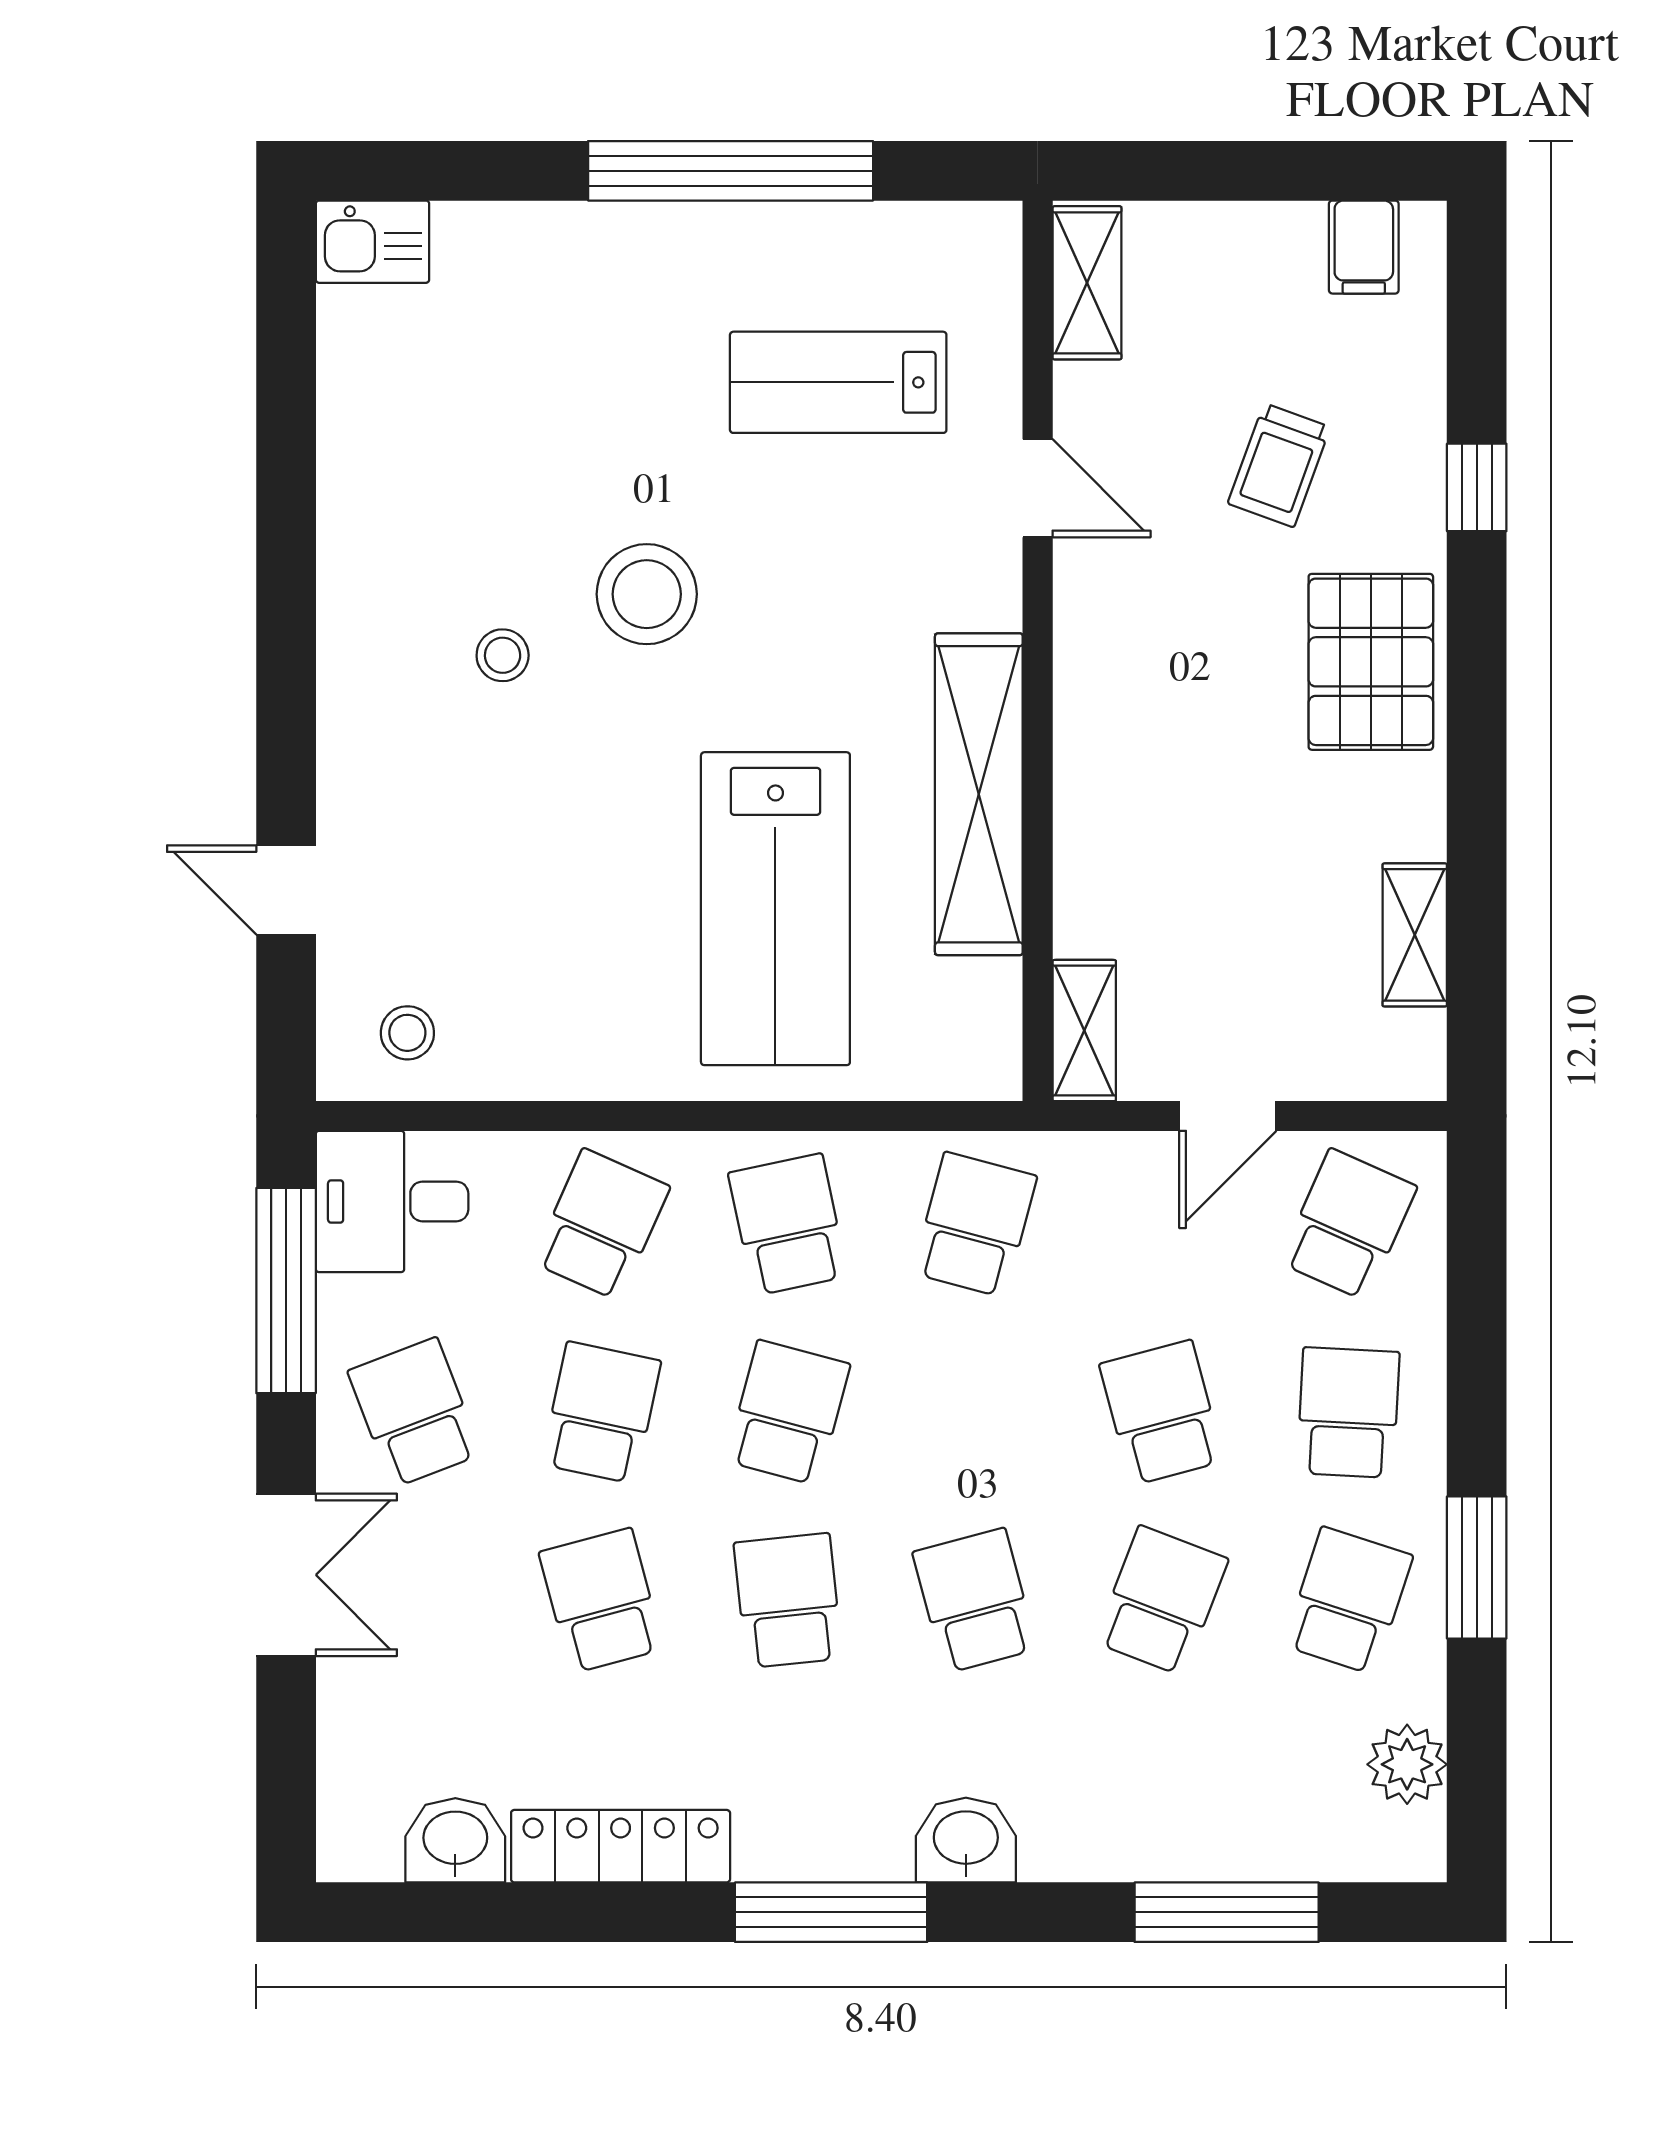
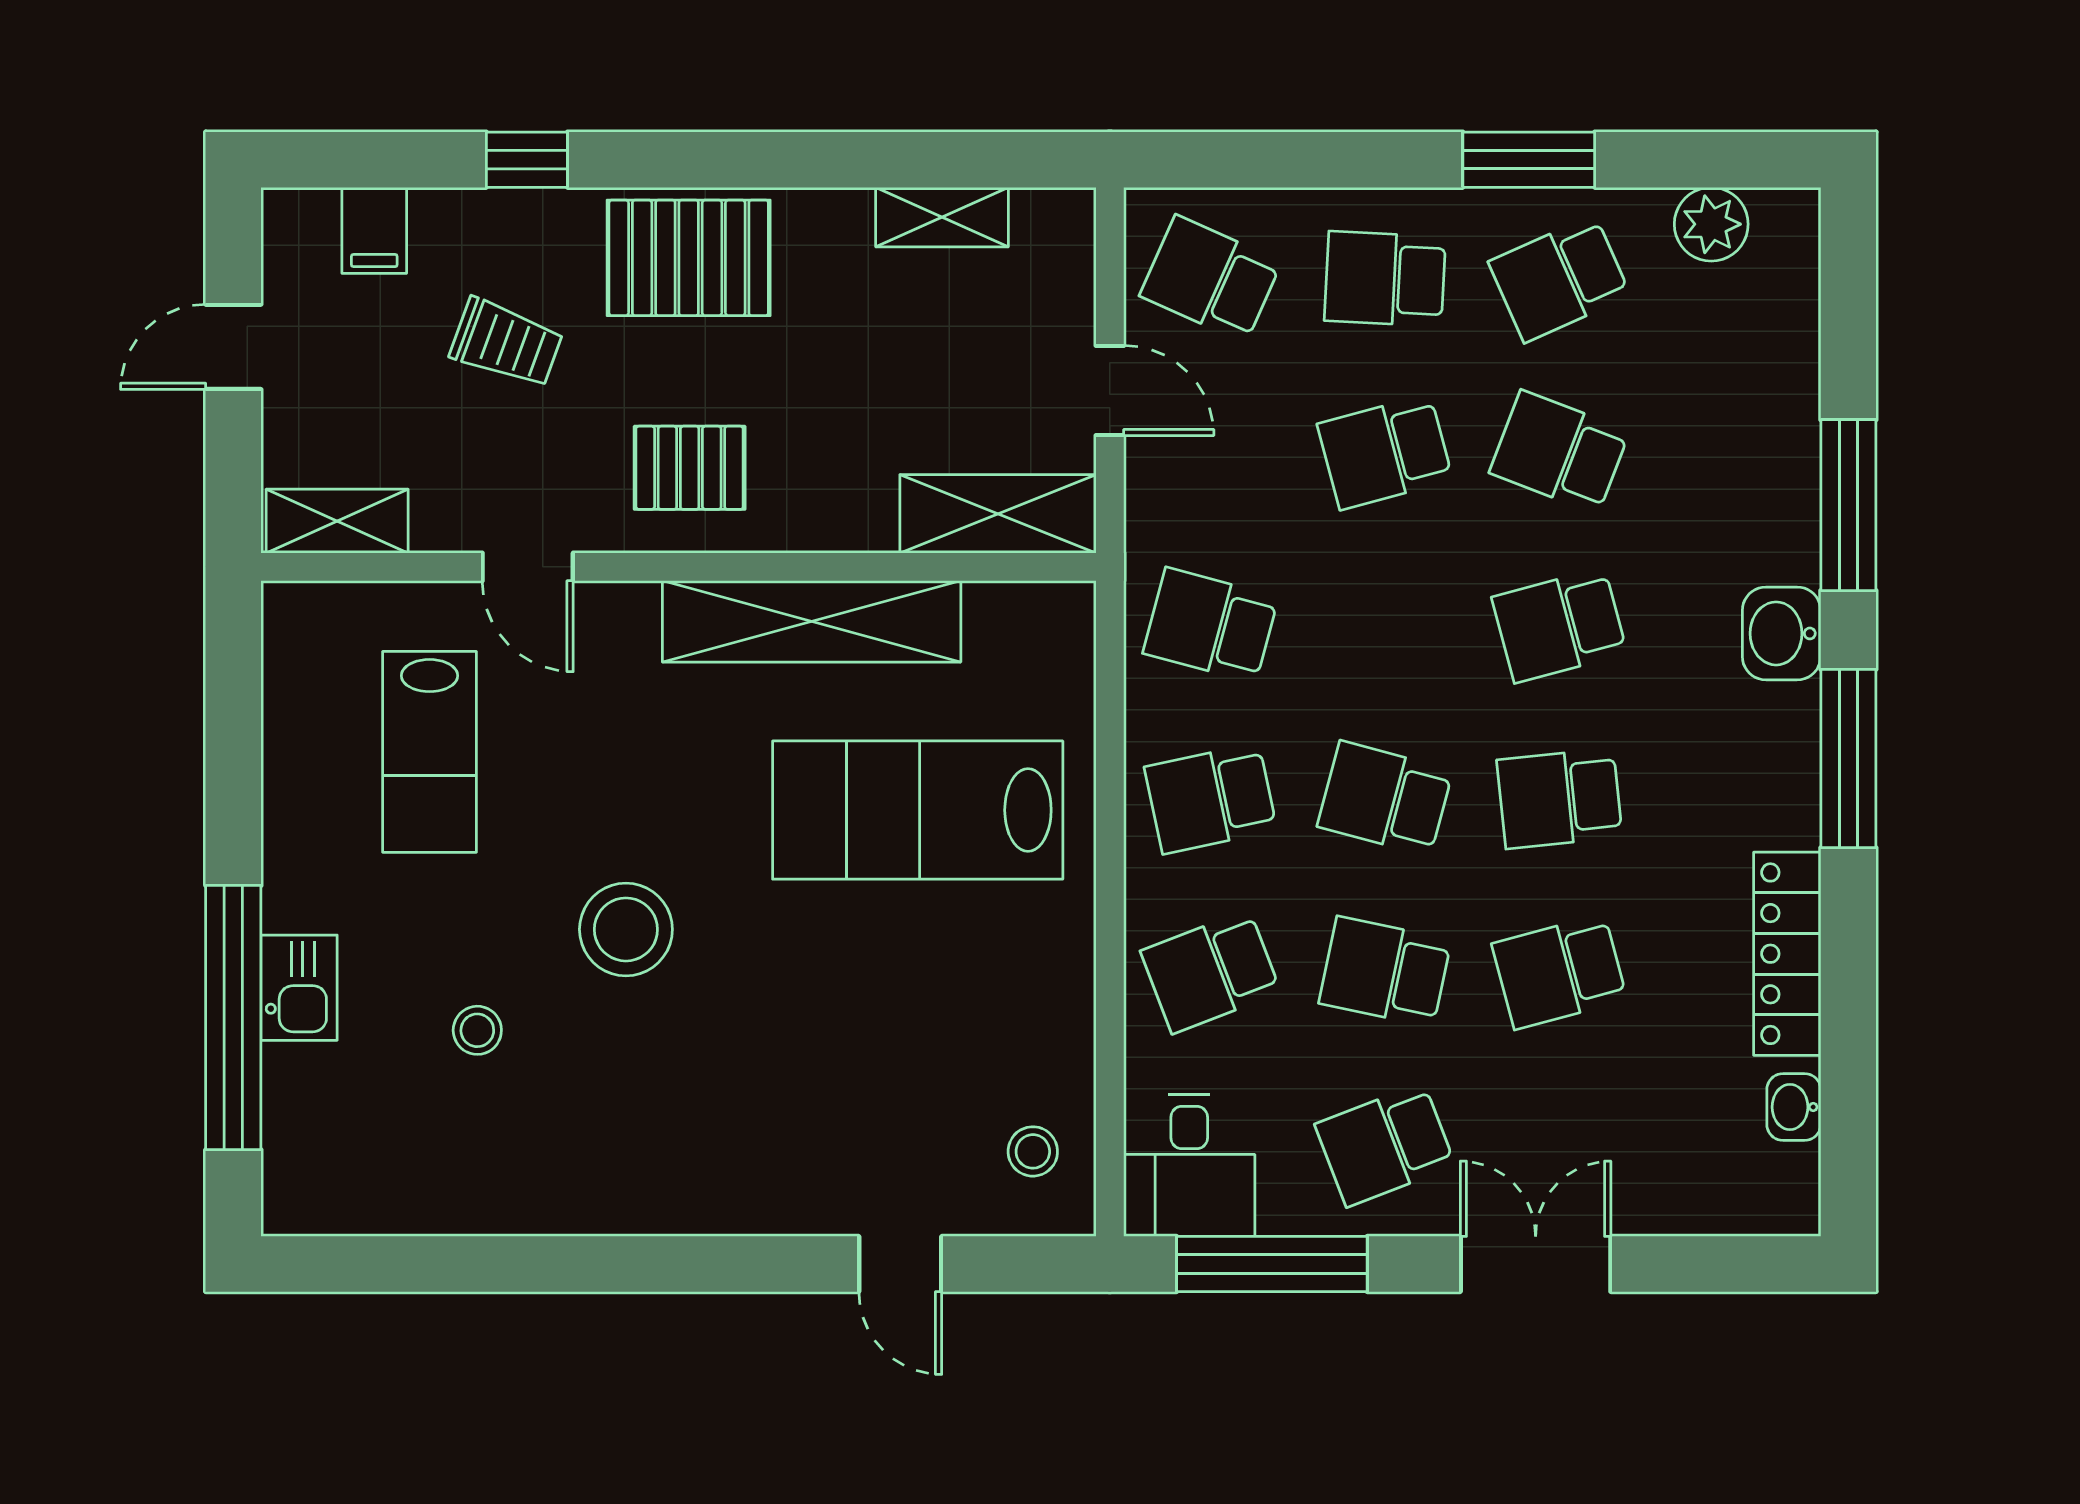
window: (731, 171) -> (233, 1018), moved
door: (1275, 171) -> (233, 347), added
kitchen sink: (372, 242) -> (299, 988), moved
filing cabinet: (1364, 247) -> (374, 230), moved, turned 90
door: (1038, 488) -> (528, 567), swing flipped
stool: (503, 655) -> (477, 1030), moved
pallet: (1144, 663) -> (690, 468), added
door: (286, 890) -> (900, 1264), hinge flipped
lab bench: (775, 909) -> (918, 810), turned 180
shelving: (1084, 1031) -> (998, 514), width x1.50, depth x1.33
school desk: (601, 1225) -> (1211, 972), turned -45
school desk: (1348, 1601) -> (1559, 279), turned -42
washbasin: (455, 1840) -> (1794, 1107), width x0.72, depth x0.69
window: (1227, 1912) -> (1848, 505), moved

